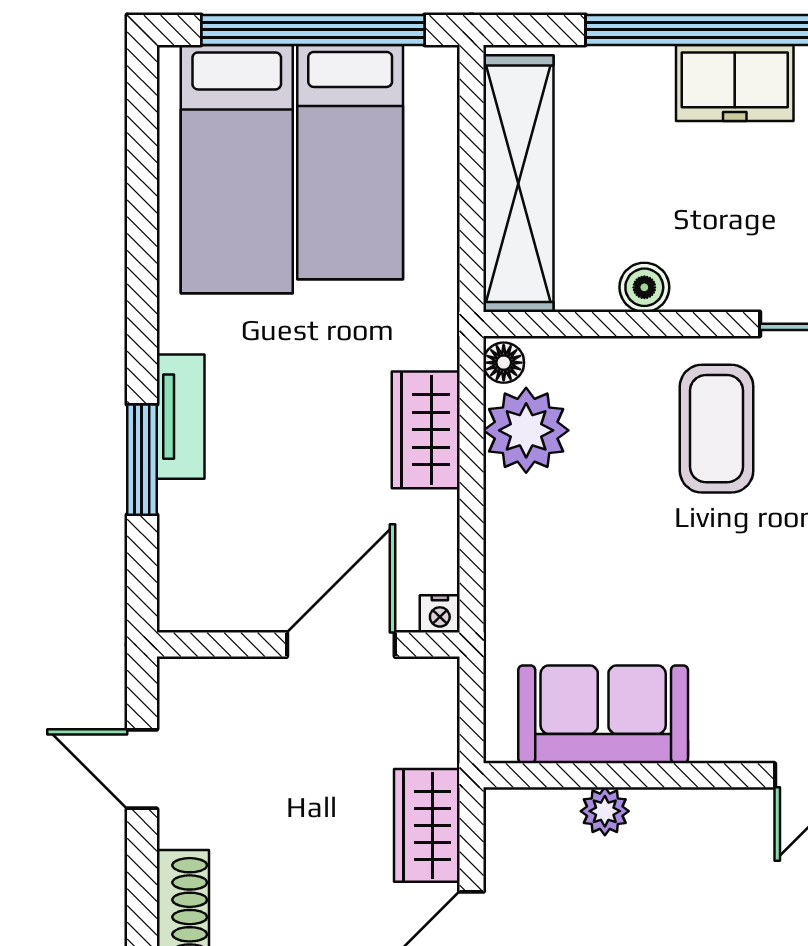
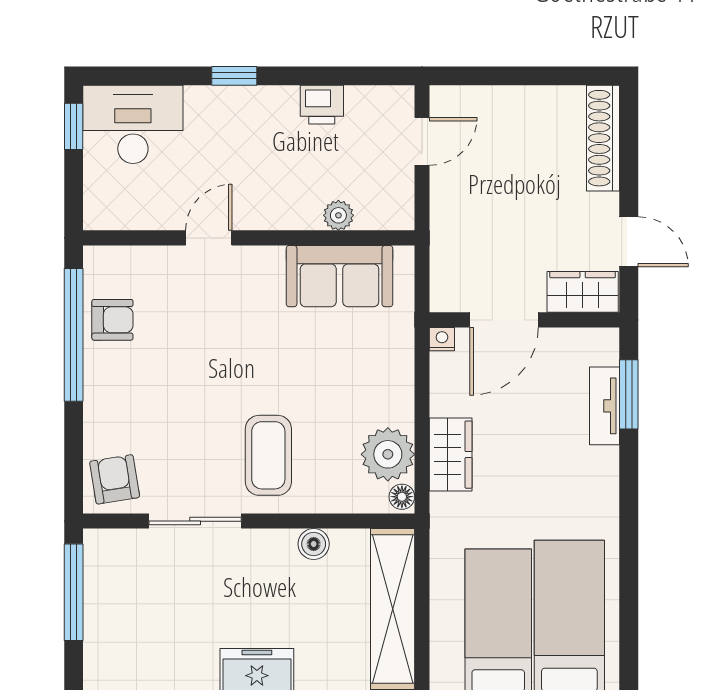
tv unit: (181, 417) -> (605, 406), moved
window: (142, 460) -> (629, 394), moved
wardrobe: (427, 825) -> (583, 292), moved, turned -90

